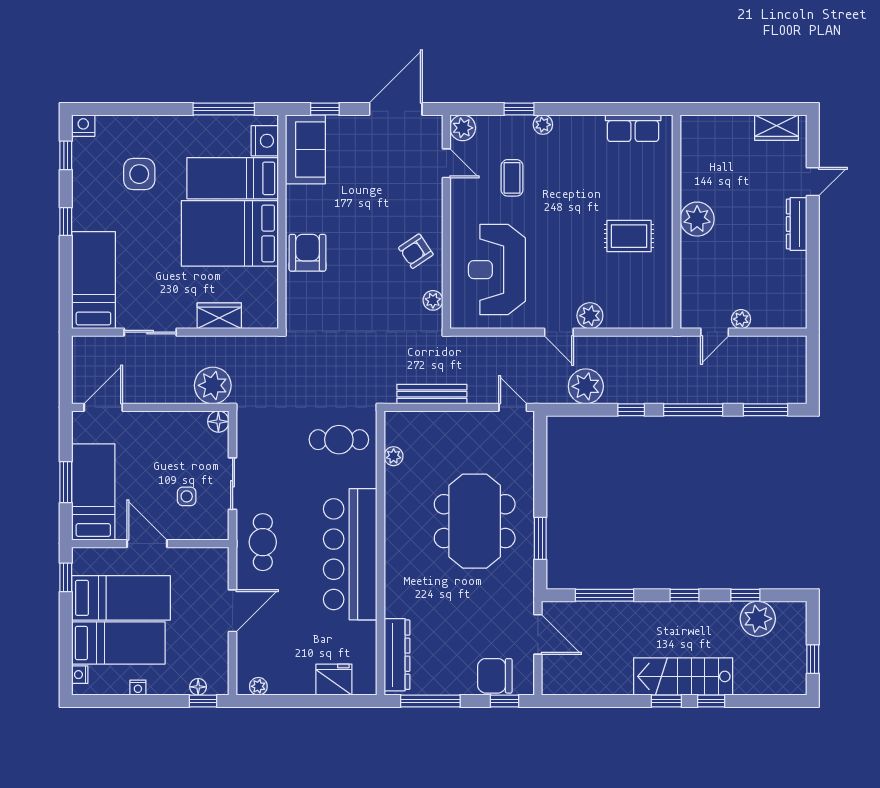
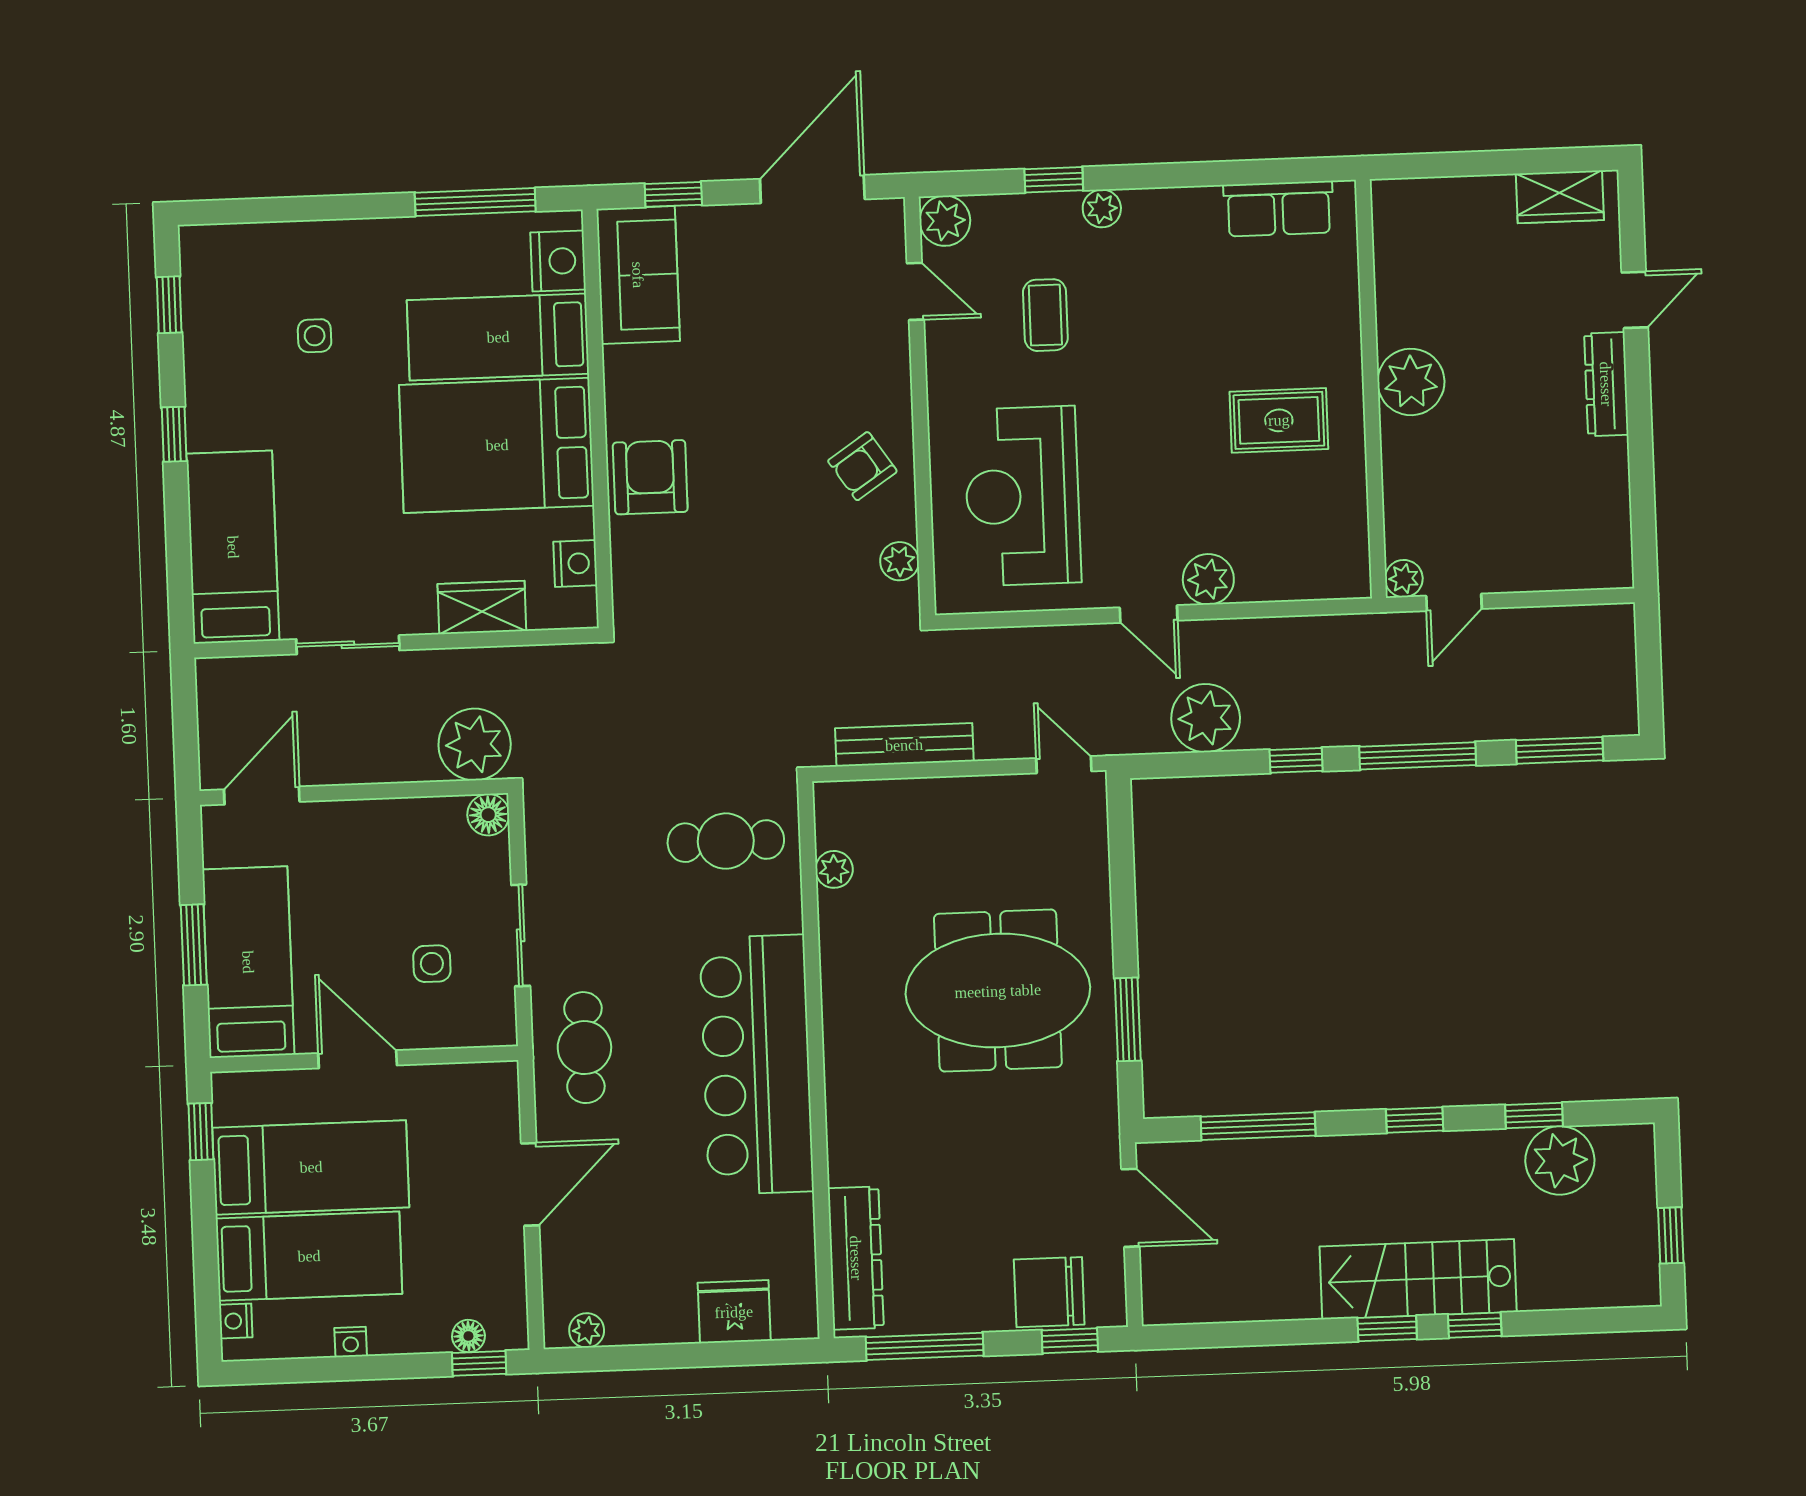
nightstand: (83, 126) -> (575, 563), moved, turned 90
side table: (139, 174) -> (315, 336), width x0.54, depth x0.54
plant: (741, 319) -> (1404, 579), moved
meeting table: (475, 521) -> (998, 991), turned 90

